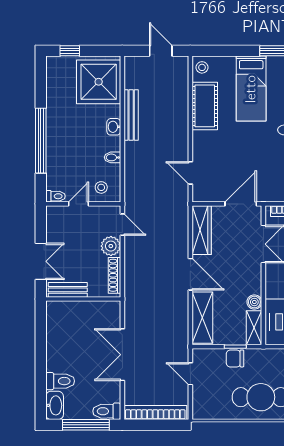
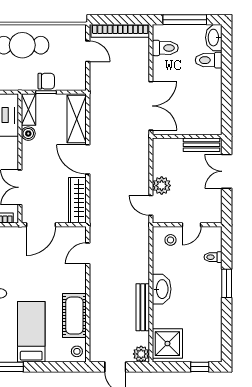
plant: (133, 65) -> (141, 354), added
shower: (99, 82) -> (167, 344), width x0.73, depth x0.73
washbasin: (114, 127) -> (162, 289), width x1.91, depth x1.45
window: (41, 141) -> (227, 283), width x0.47
bidet: (113, 157) -> (160, 268), removed
door: (190, 173) -> (88, 253), swing flipped
toilet: (55, 196) -> (213, 257), moved
shoe rack: (114, 275) -> (158, 158), removed
double door: (122, 355) -> (151, 106), moved
door: (190, 374) -> (88, 51), moved
toilet: (107, 411) -> (165, 48), moved

